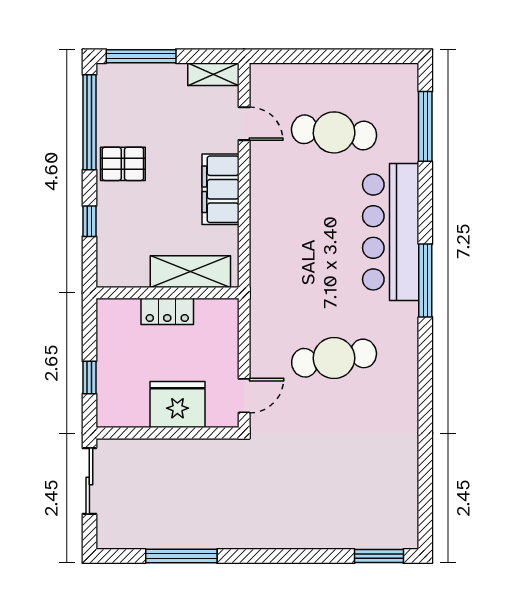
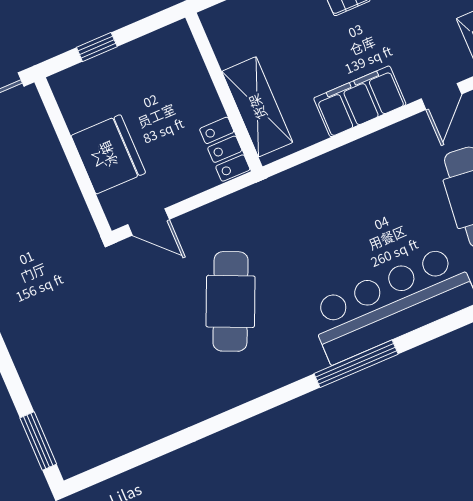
locker: (167, 311) -> (225, 149), moved
cafe table: (334, 358) -> (231, 301), turned 33

